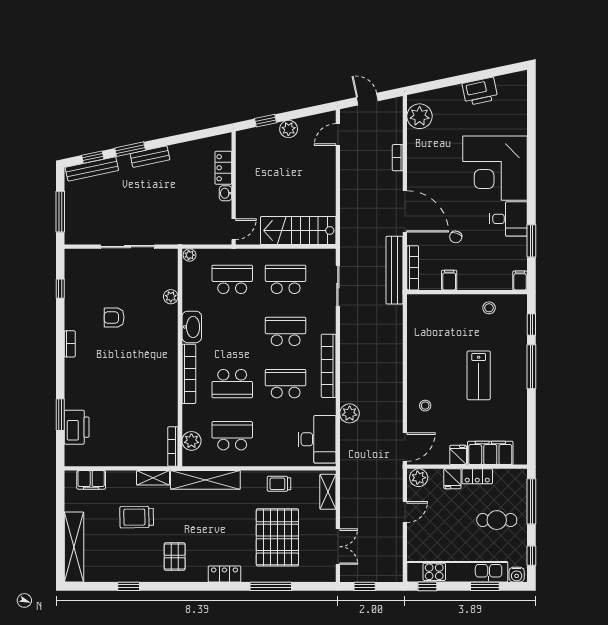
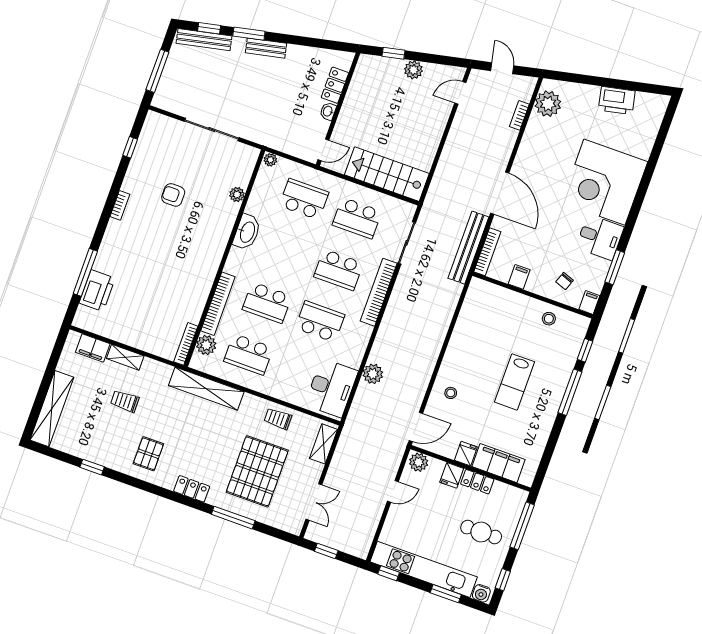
bookcase: (398, 158) -> (519, 115), moved
chair: (456, 237) -> (565, 281), moved
school desk: (286, 279) -> (357, 218), turned 180
school desk: (286, 331) -> (338, 270), turned 180
bookcase: (329, 366) -> (379, 292), moved
bookcase: (189, 374) -> (218, 304), moved
window: (60, 415) -> (85, 272), width x1.44
school desk: (232, 436) -> (248, 354), turned 180
shelving: (153, 478) -> (125, 357), moved
trolley: (137, 517) -> (125, 401), width x0.73, depth x0.72

